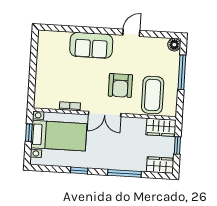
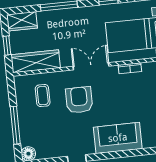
coffee table: (153, 95) -> (43, 96), width x0.54, depth x0.58
wardrobe: (161, 127) -> (36, 61), width x1.50

